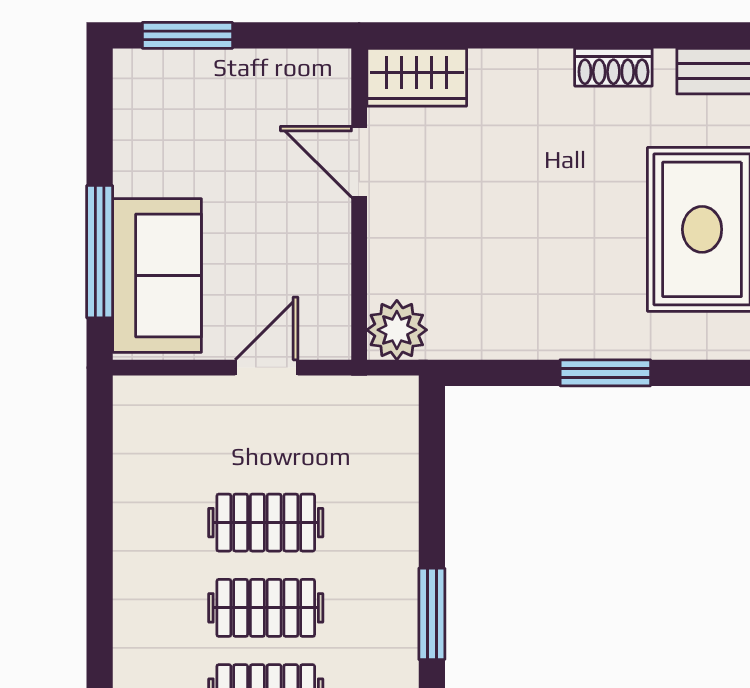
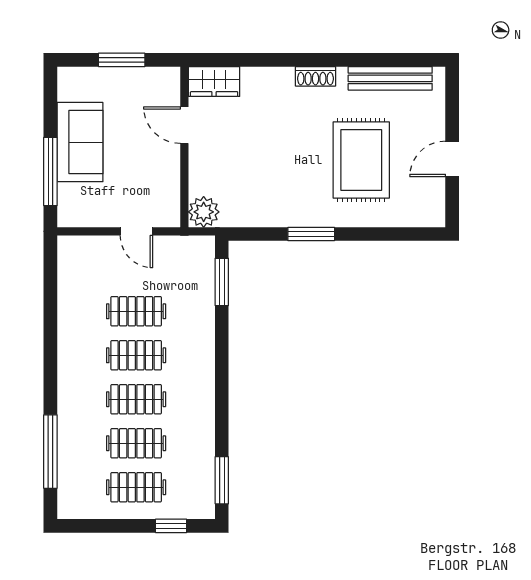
window: (187, 35) -> (122, 60), moved
sofa: (157, 276) -> (80, 142), moved
door: (266, 368) -> (136, 231), swing flipped
window: (432, 614) -> (222, 282), moved

